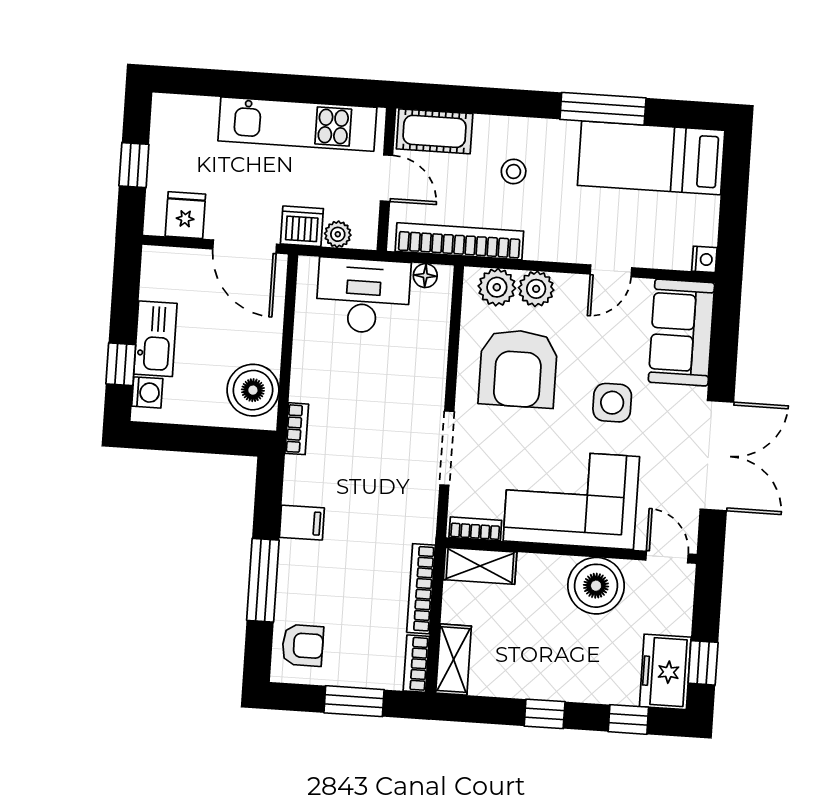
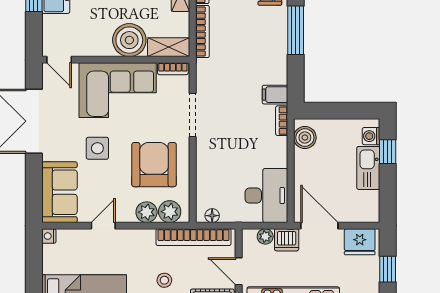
fridge: (185, 215) -> (360, 242), width x1.38
desk: (363, 296) -> (266, 196), moved, turned -90
boiler: (253, 390) -> (305, 138), width x0.73, depth x0.73
filing cabinet: (302, 523) -> (275, 95), moved
boiler: (596, 586) -> (129, 40), moved

